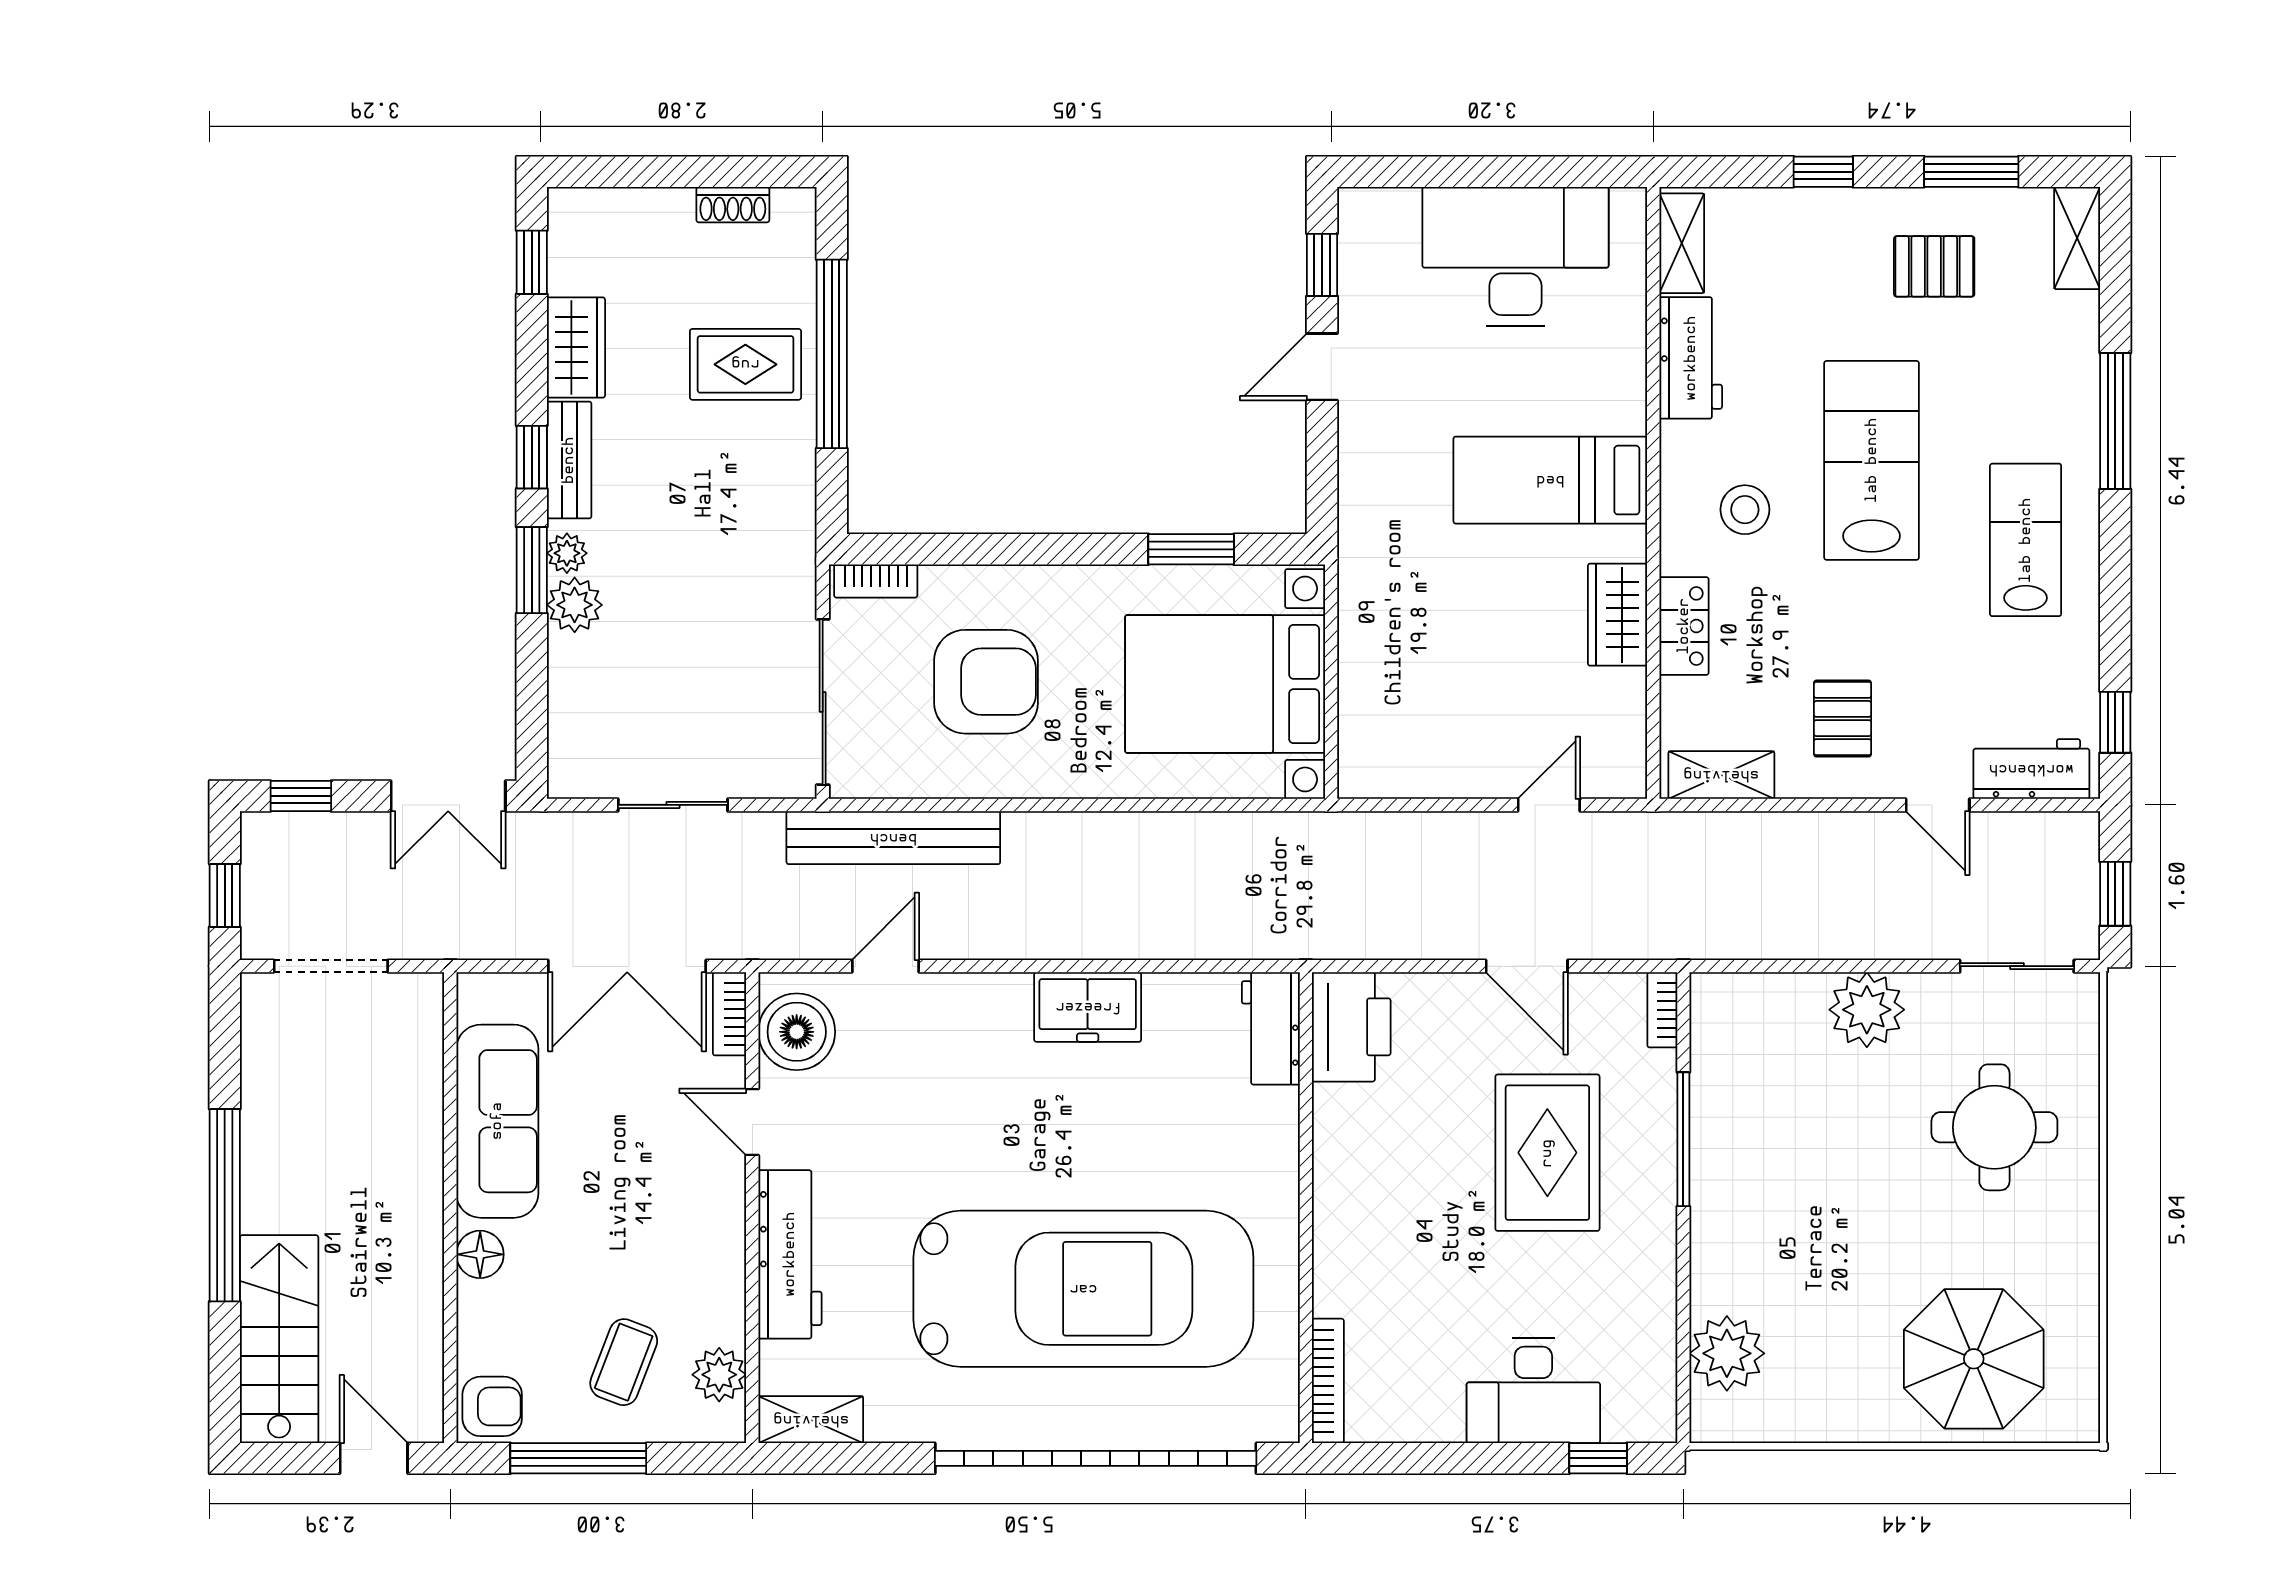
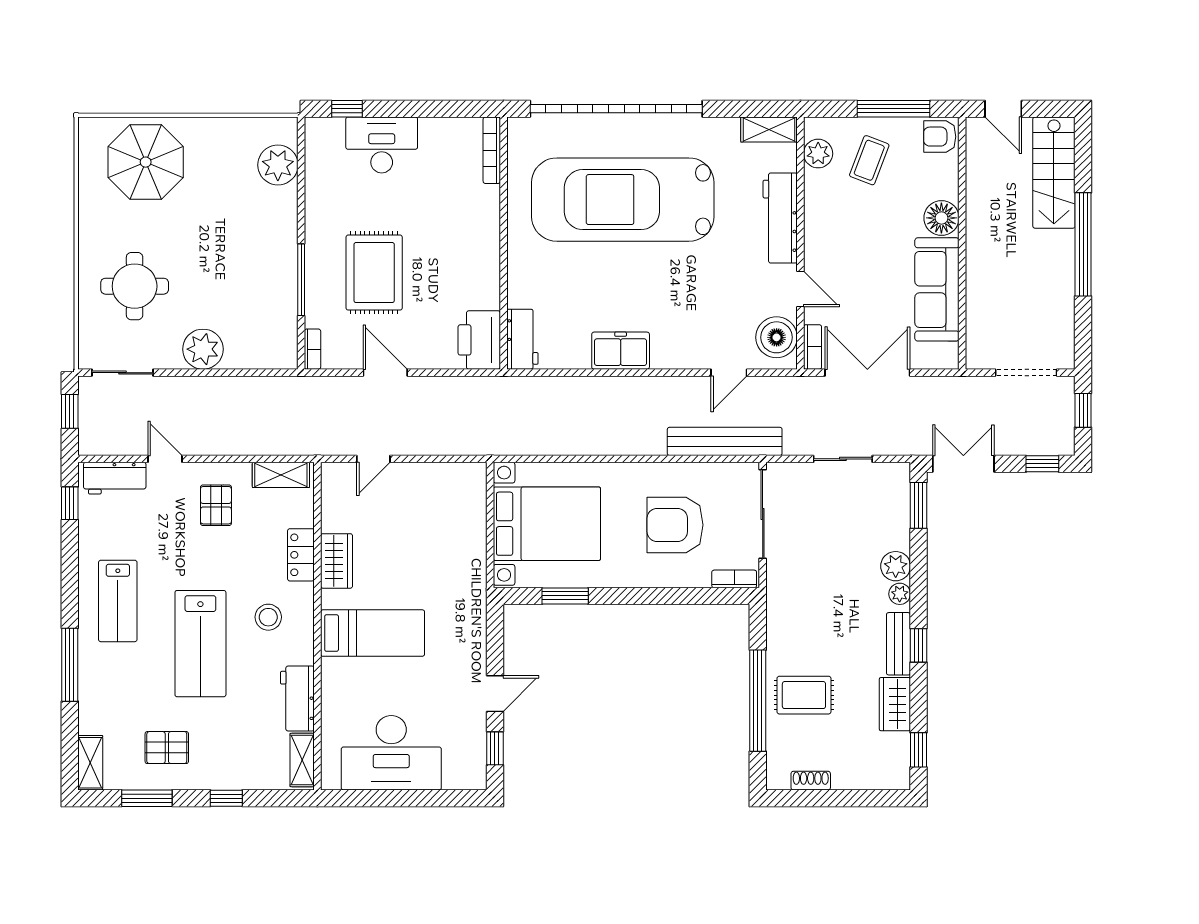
window: (532, 570) -> (919, 505), moved
floor lamp: (480, 1254) -> (941, 218), width x1.38, depth x1.38

